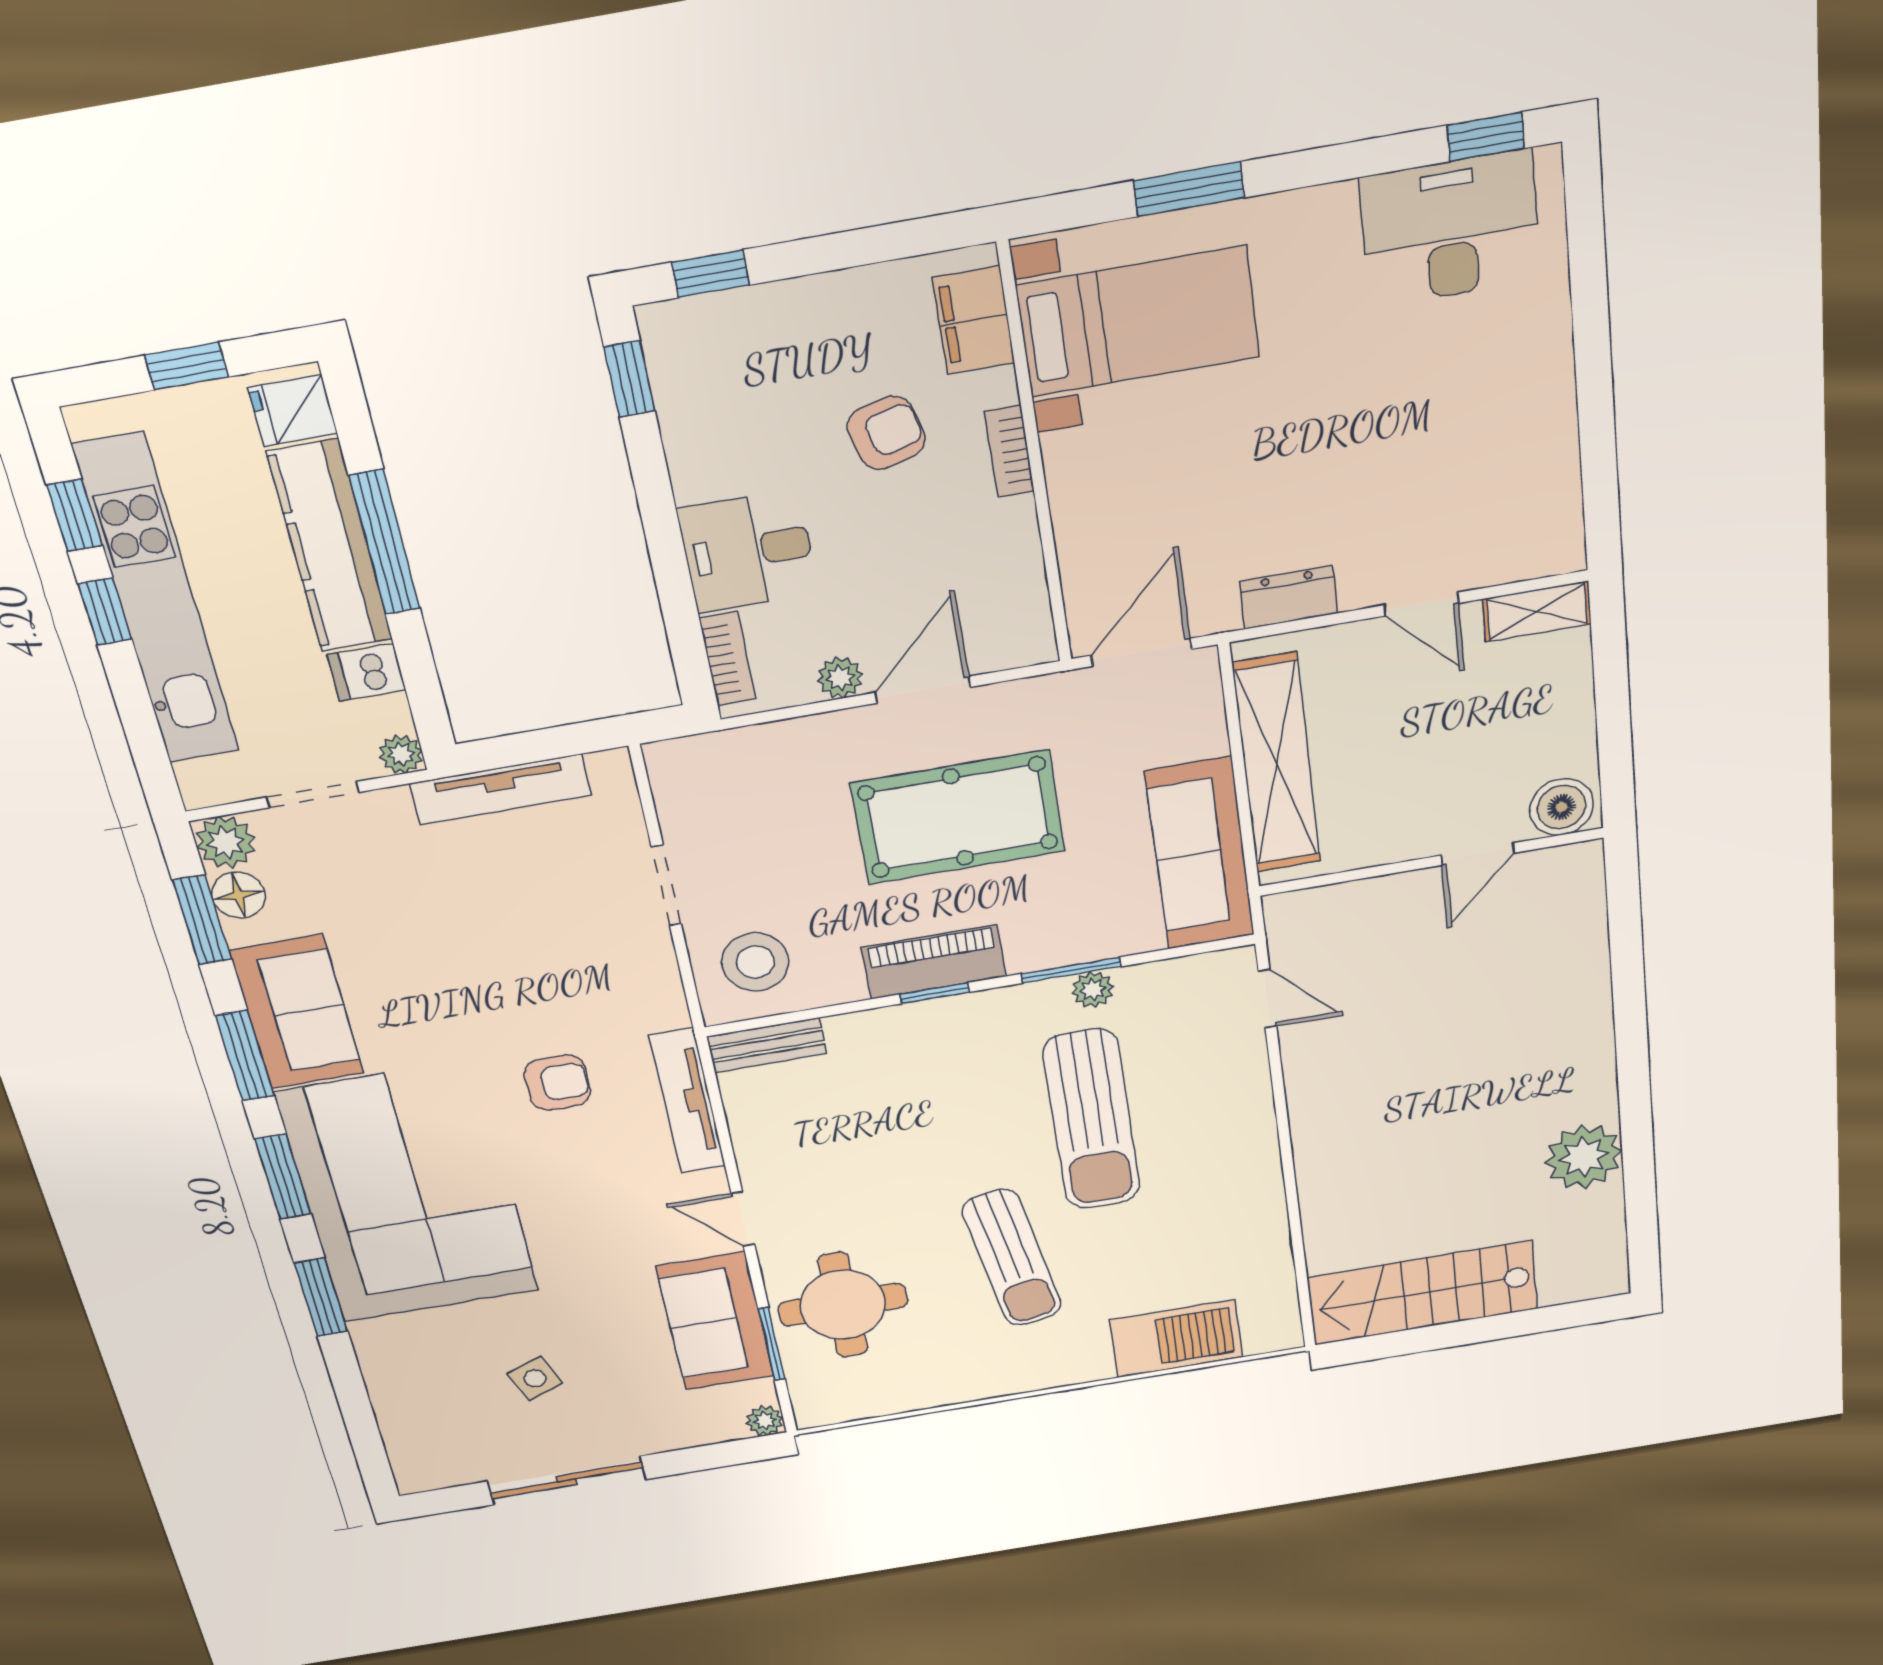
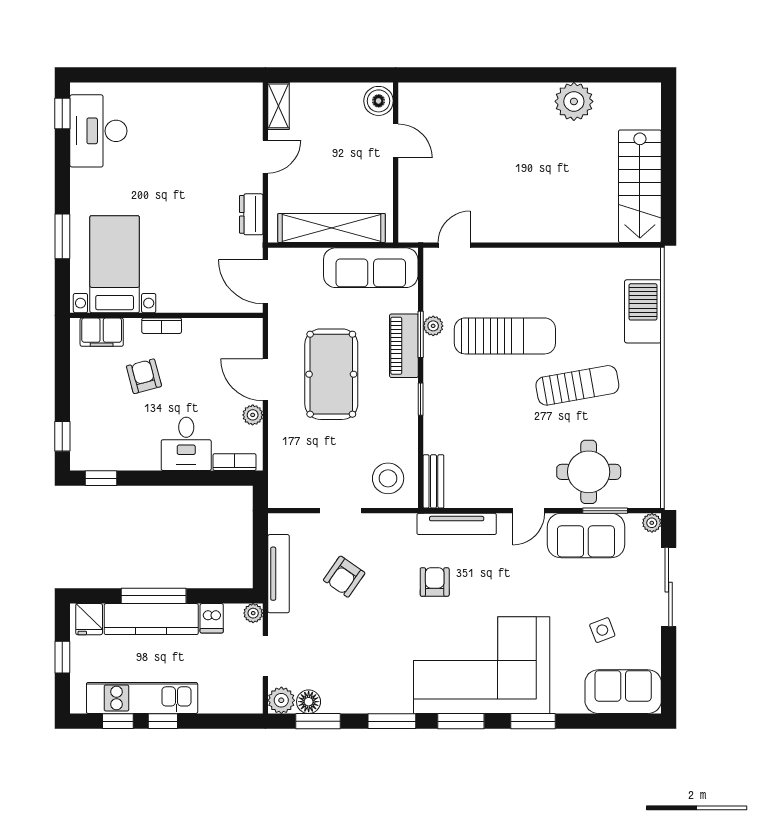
kitchen unit: (157, 601) -> (142, 698), width x0.73
armchair: (526, 916) -> (344, 577), added
piano: (934, 962) -> (404, 346), moved
sofa: (297, 1012) -> (623, 692), moved
sliding door: (567, 1480) -> (669, 587), moved

